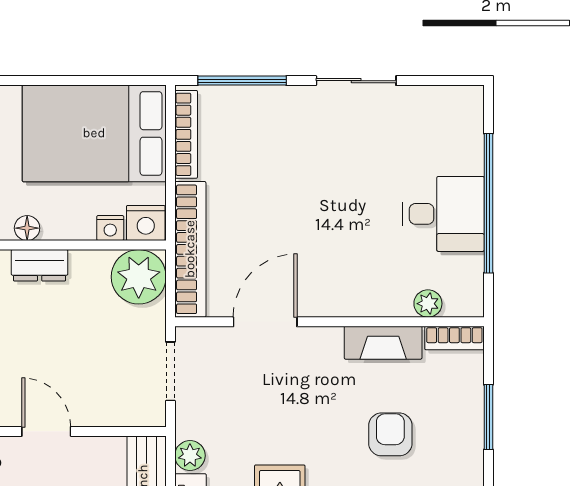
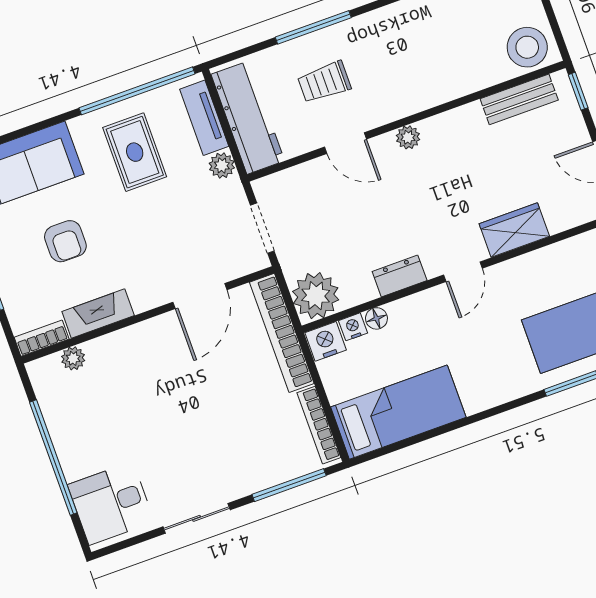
bed: (94, 133) -> (398, 412), width x0.67
desk: (443, 214) -> (111, 503), moved
floor lamp: (27, 228) -> (376, 318), moved

